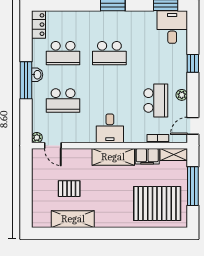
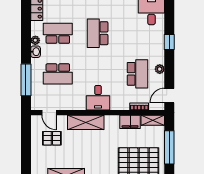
school desk: (63, 53) -> (58, 33), turned 180
school desk: (109, 53) -> (98, 33), turned 90
window: (26, 80) -> (26, 80), moved
plant: (37, 138) -> (35, 40), moved
shelving: (113, 157) -> (86, 122), moved
pallet: (69, 189) -> (52, 138), moved

